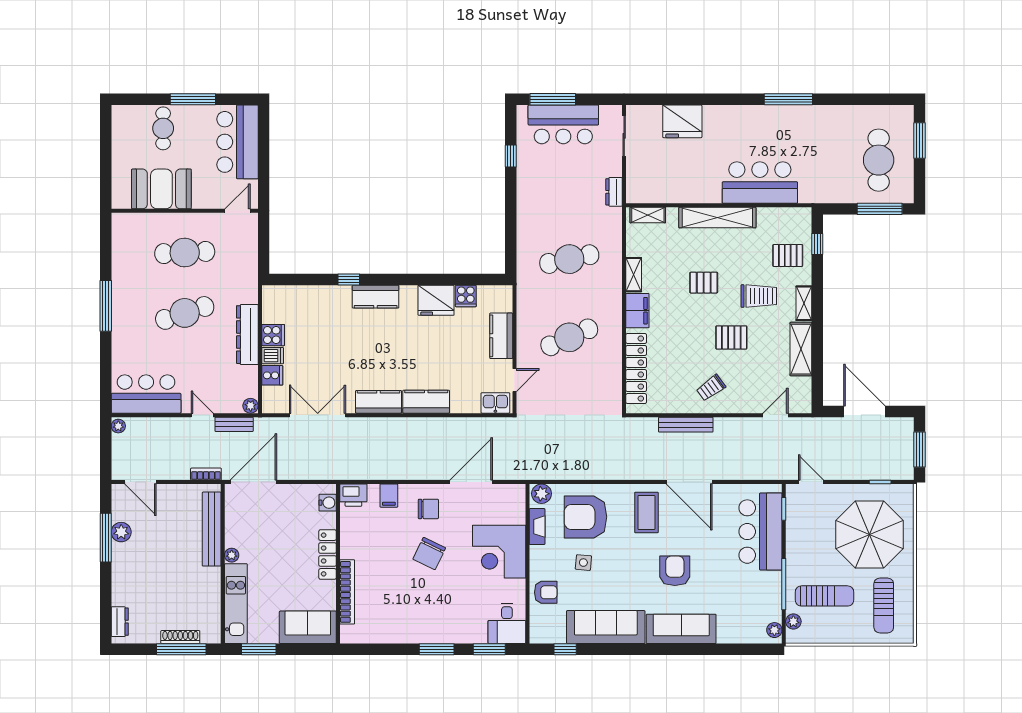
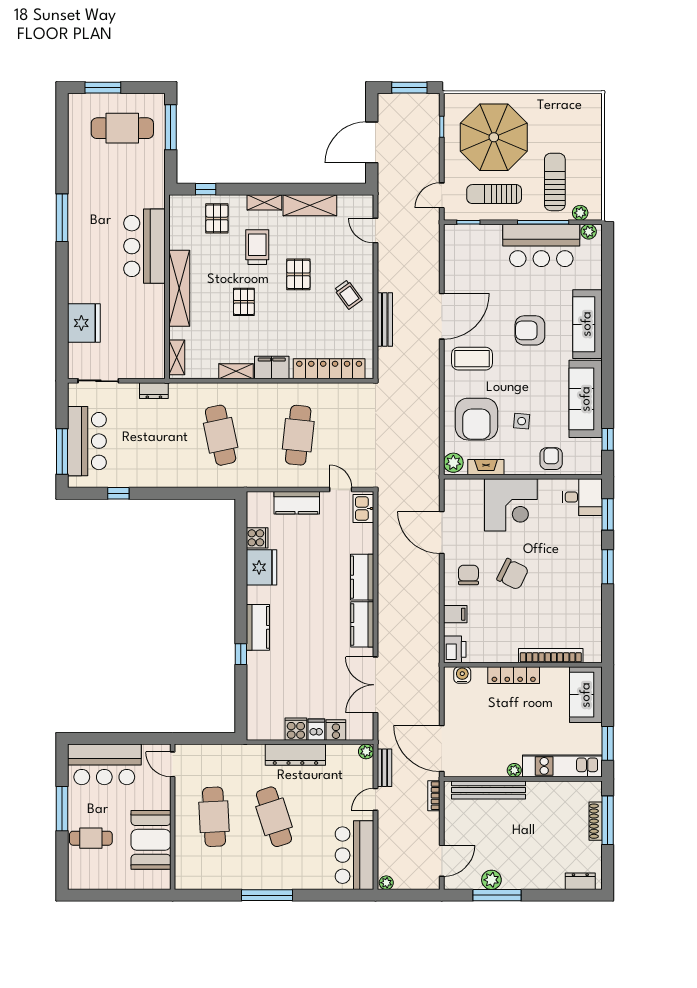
cafe table: (569, 337) -> (298, 435), turned 30
bar counter: (761, 532) -> (541, 245), moved
sun lounger: (884, 605) -> (494, 194), moved, turned 180

